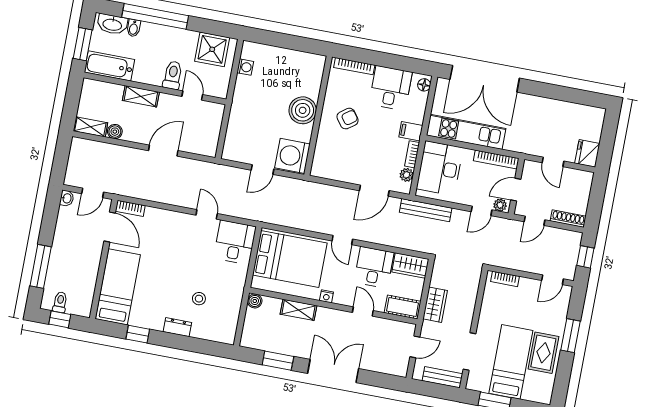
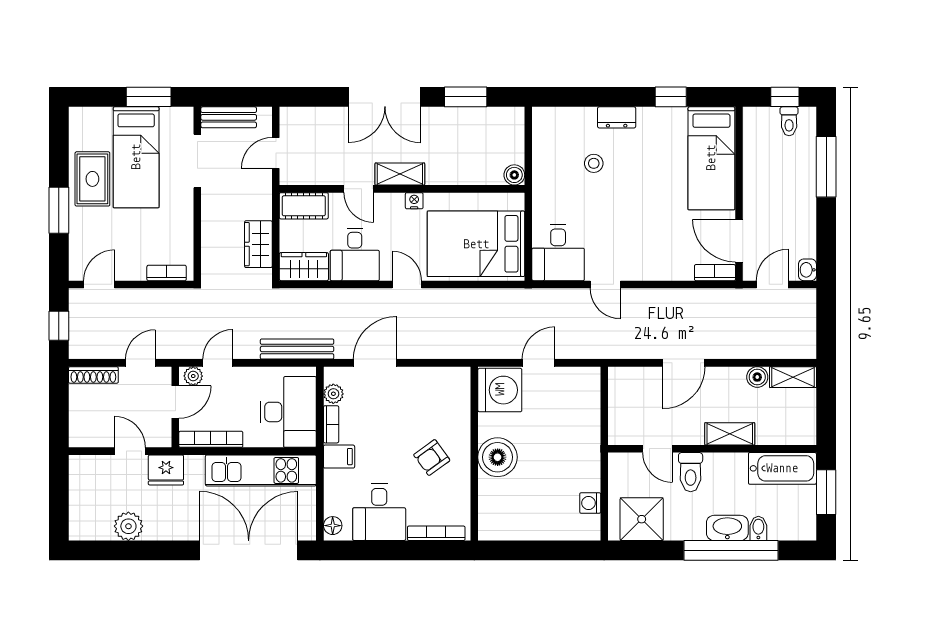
washbasin: (112, 24) -> (727, 528), moved
plant: (564, 111) -> (128, 526), added
fridge: (587, 153) -> (166, 470), moved, turned 90
wardrobe: (435, 305) -> (258, 244), moved
shelving: (298, 310) -> (400, 174), moved

